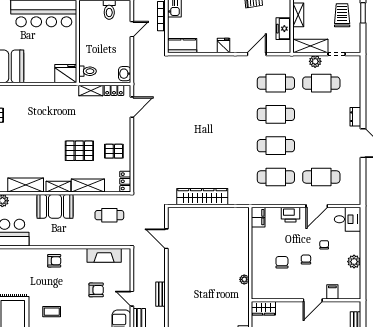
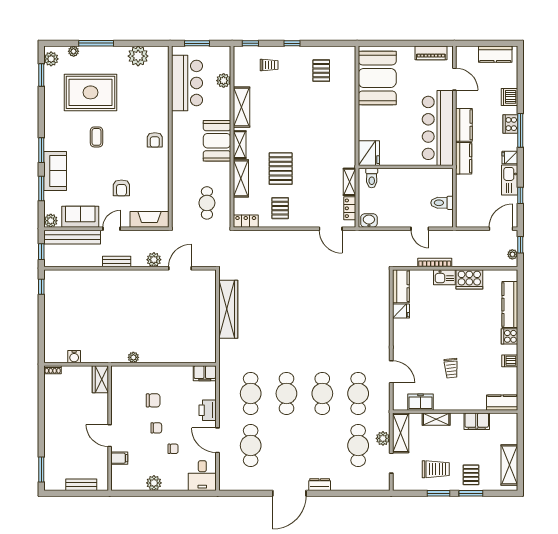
fridge: (223, 46) -> (401, 311), moved
fireplace: (104, 255) -> (149, 219), moved, turned 90
plant: (159, 262) -> (154, 260), added

